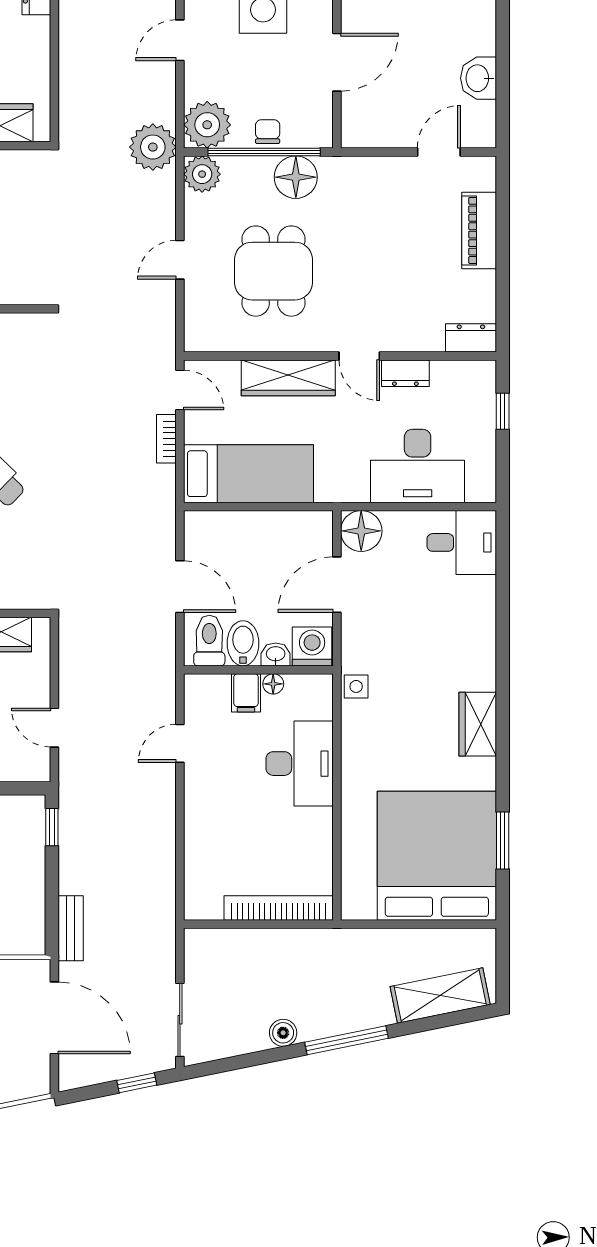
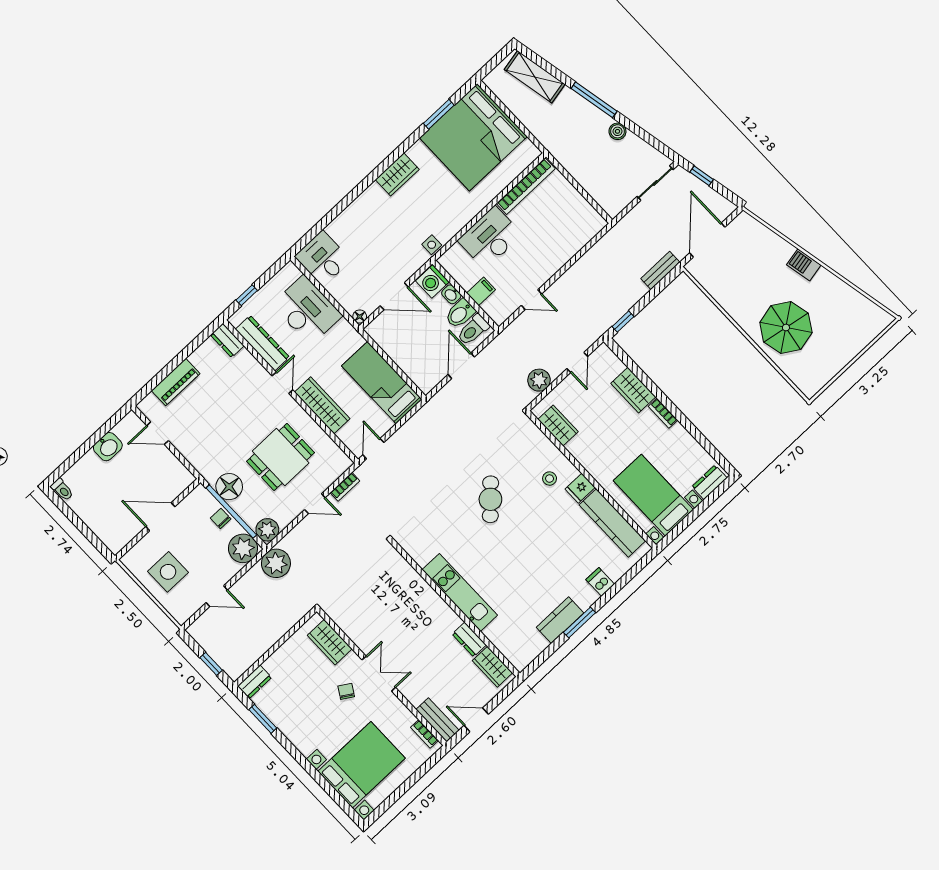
chair: (268, 132) -> (221, 518), turned 90
dresser: (405, 373) -> (262, 343), width x1.96, depth x1.24
bookcase: (166, 439) -> (345, 487), moved
floor lamp: (361, 531) -> (360, 316), width x0.53, depth x0.53
plant: (76, 663) -> (539, 380), added
floor lamp: (273, 684) -> (465, 283), removed
bookcase: (279, 908) -> (526, 186), moved, turned -90

